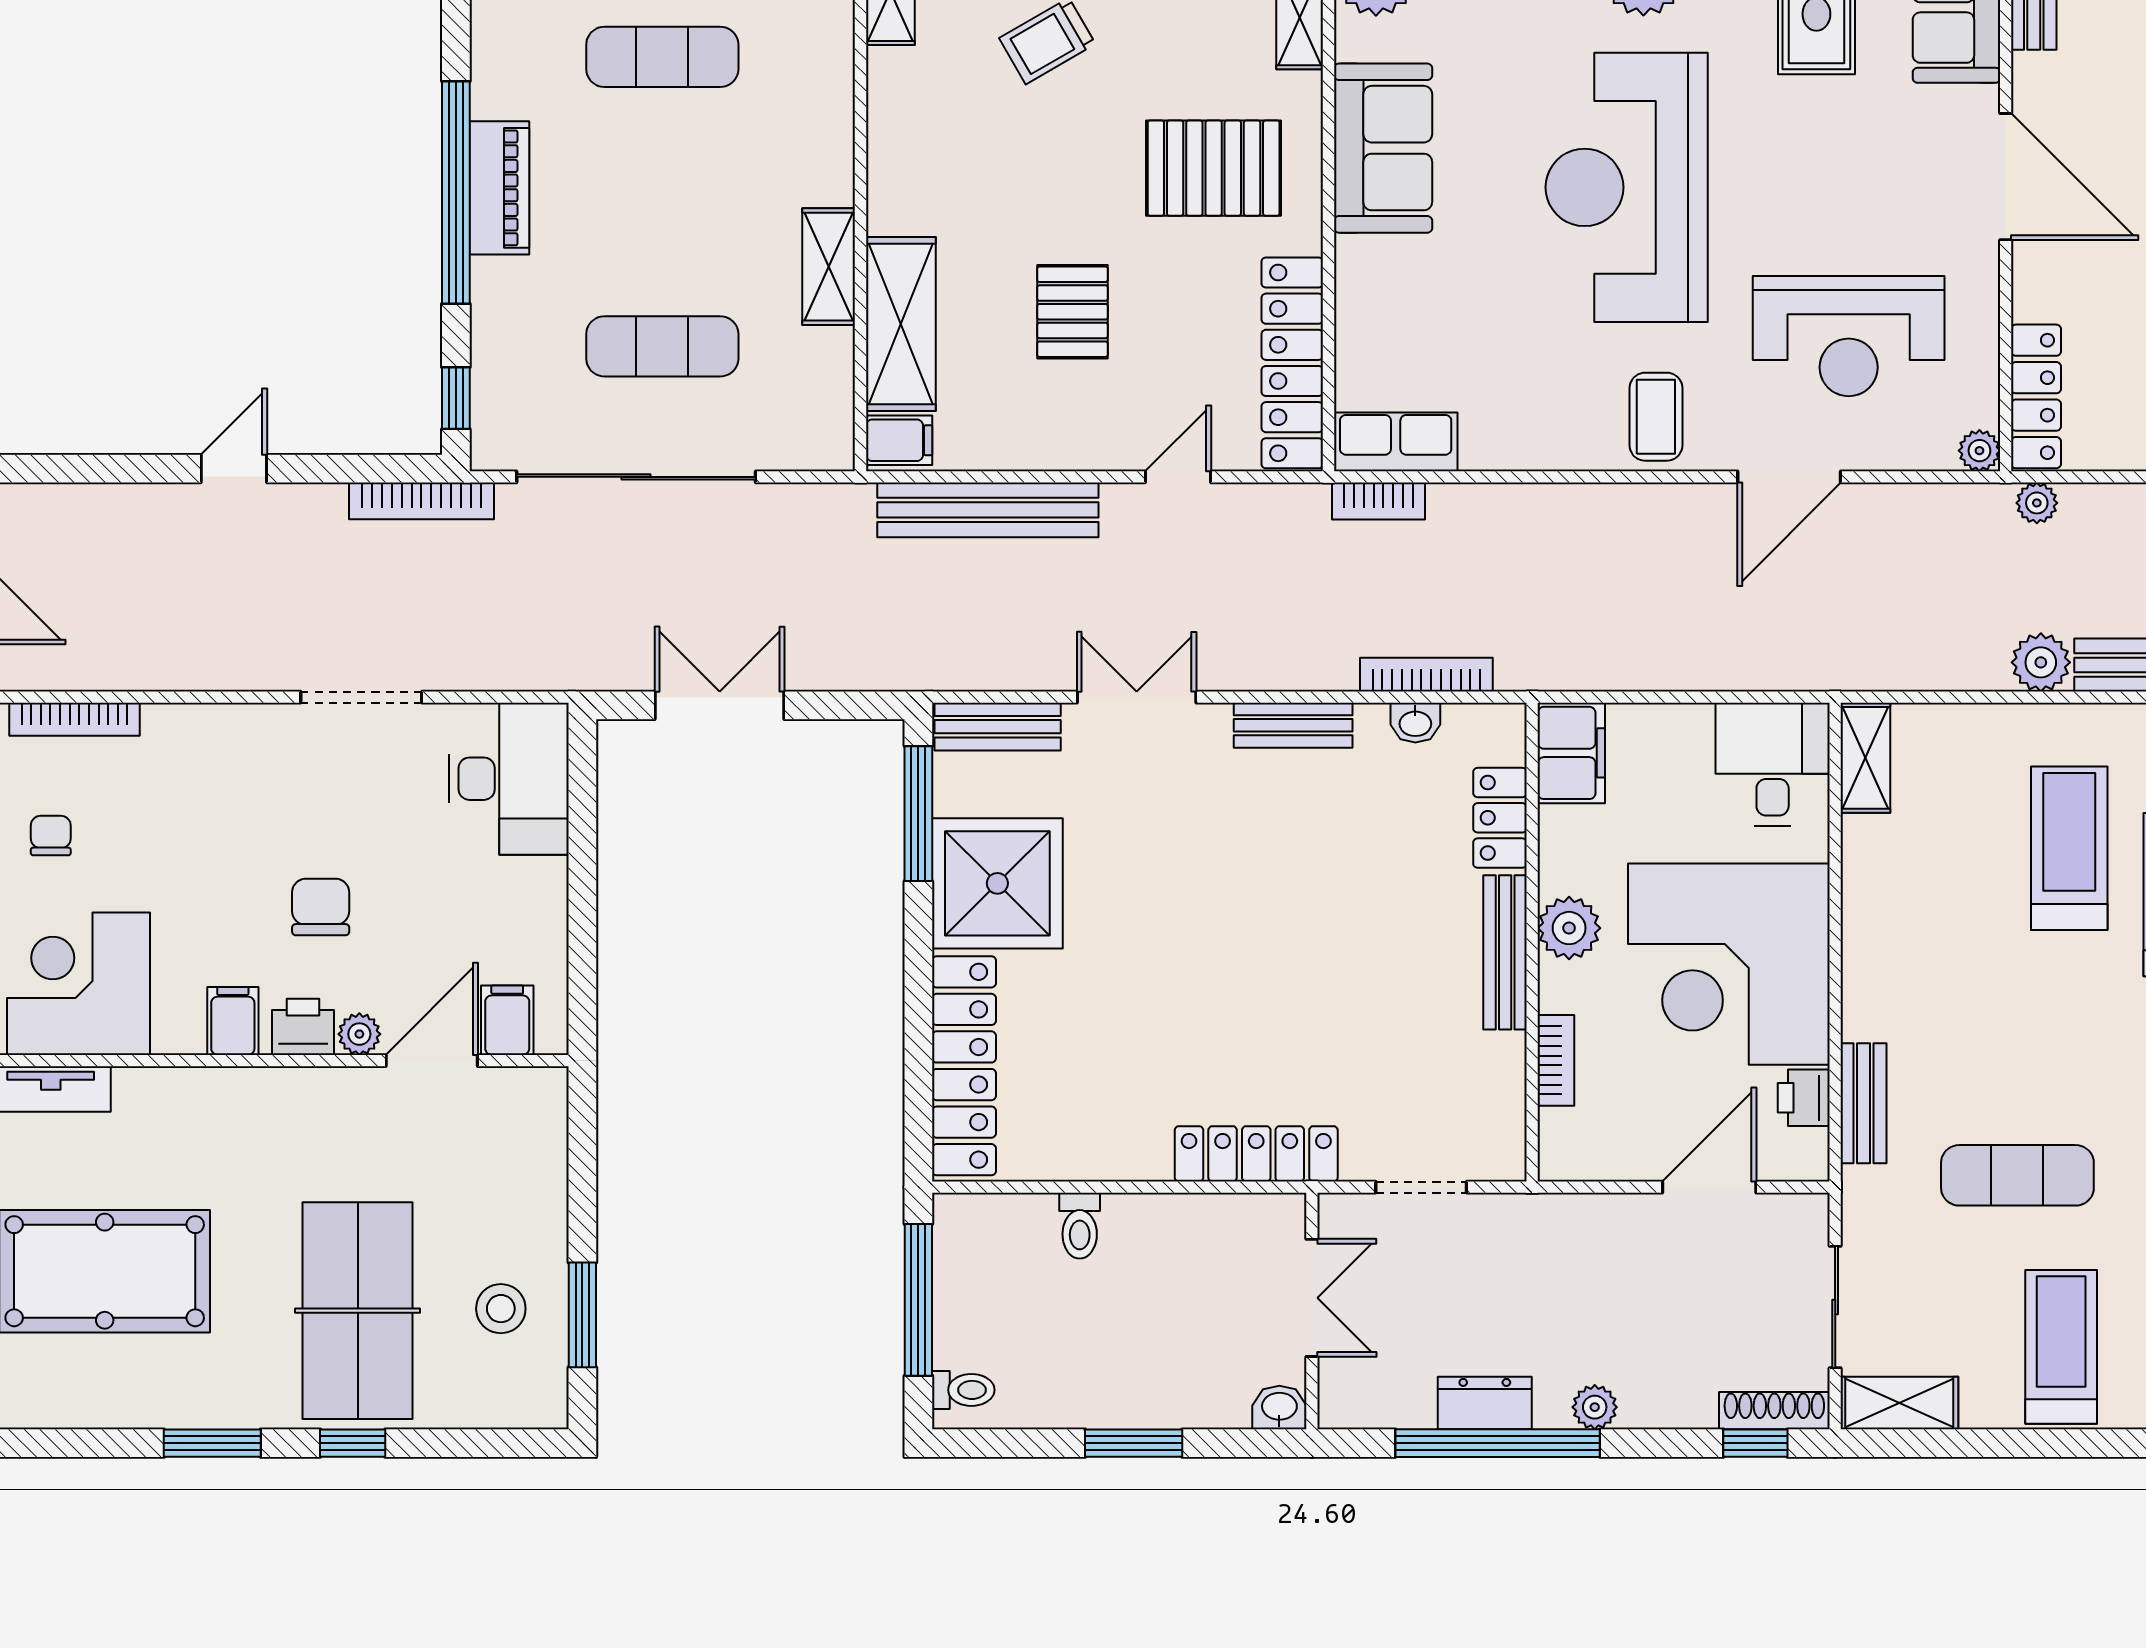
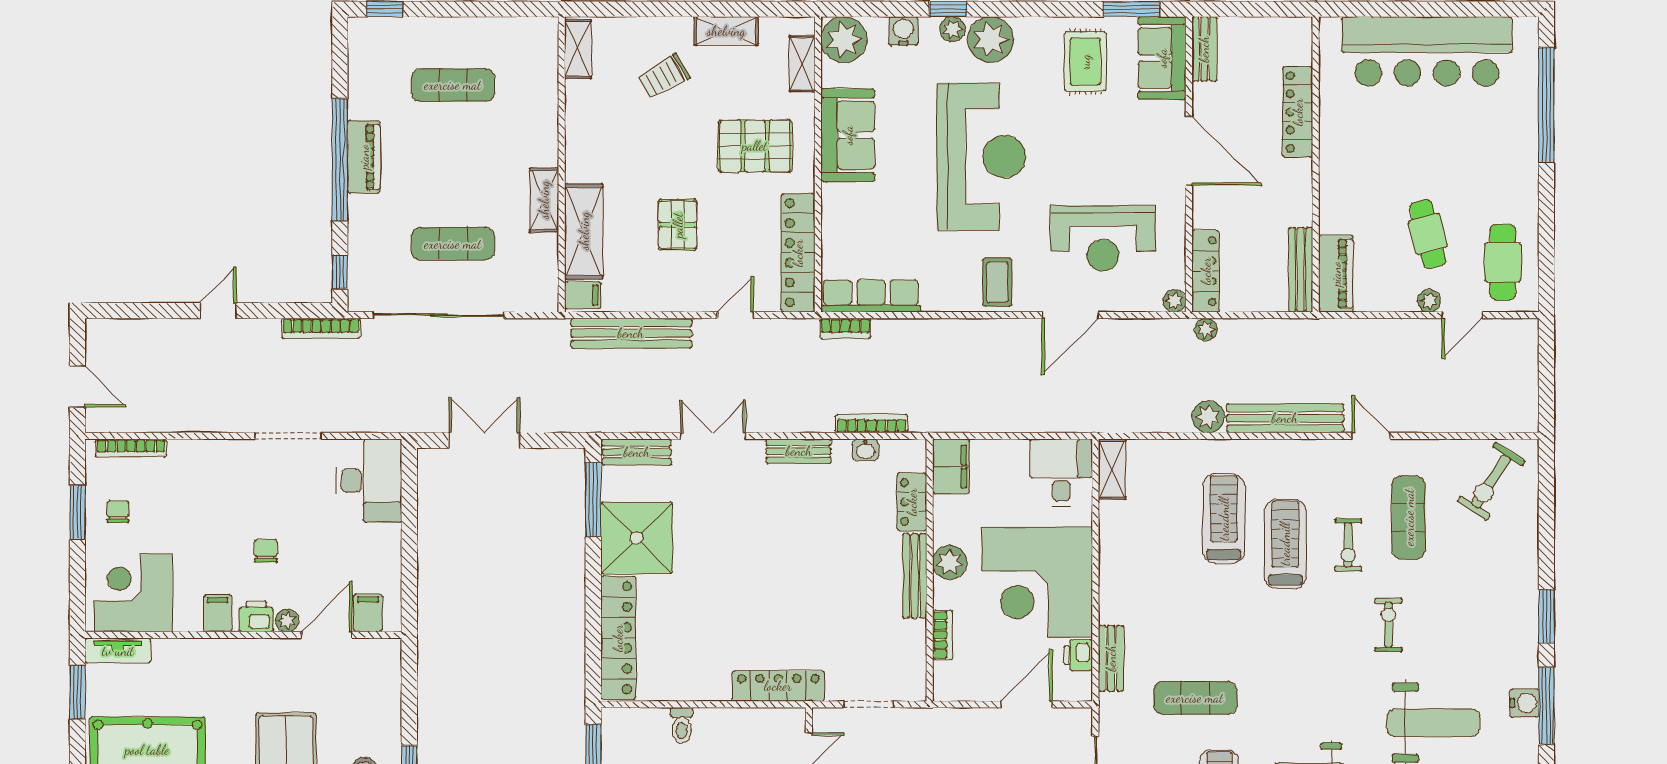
reception desk: (1627, 187) -> (981, 157), turned 180
row of seats: (1396, 442) -> (871, 296), width x1.48
chair: (321, 907) -> (266, 551), width x0.73, depth x0.73

